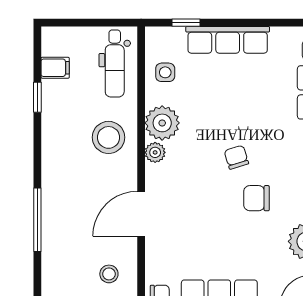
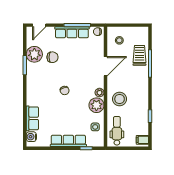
filing cabinet: (55, 68) -> (142, 140), moved
chair: (256, 198) -> (52, 57), moved
trolley: (62, 239) -> (139, 55), added

